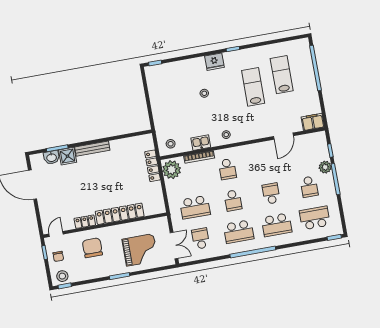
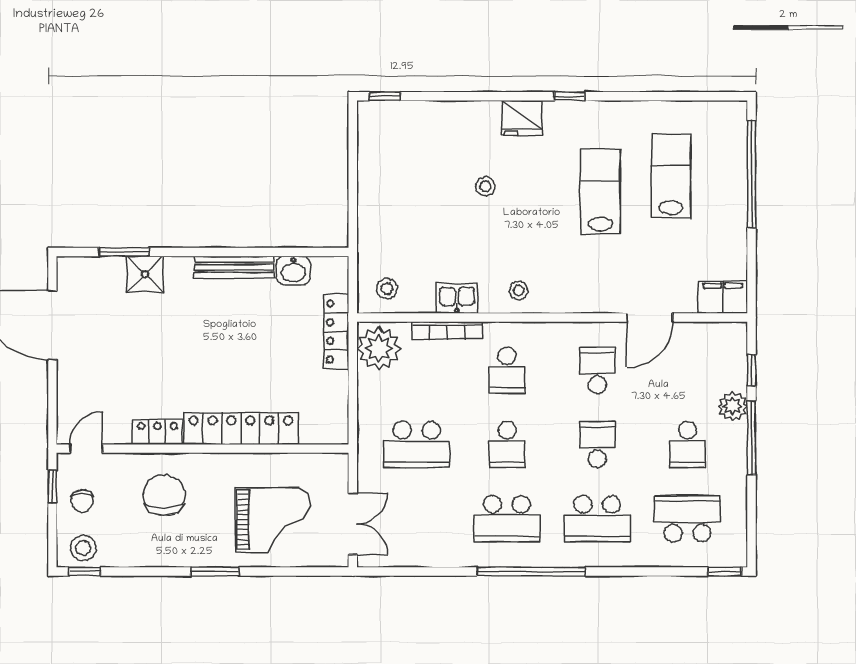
bench: (92, 149) -> (234, 267), moved
washbasin: (52, 157) -> (293, 271), moved
school desk: (201, 239) -> (597, 370), moved

